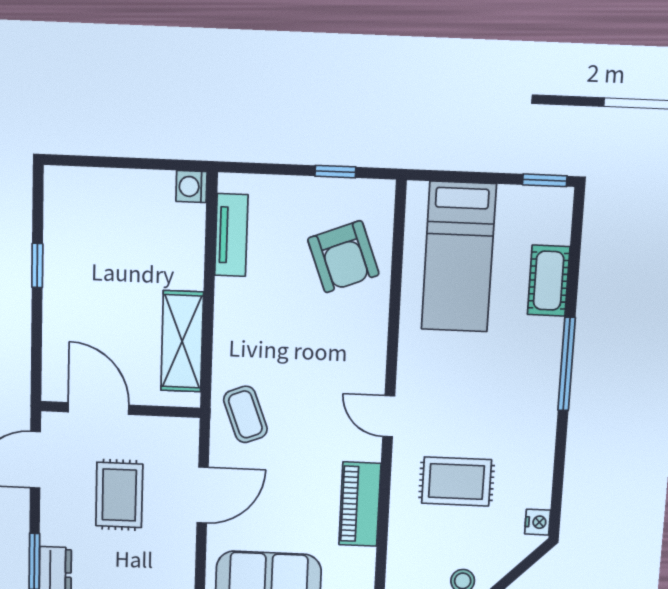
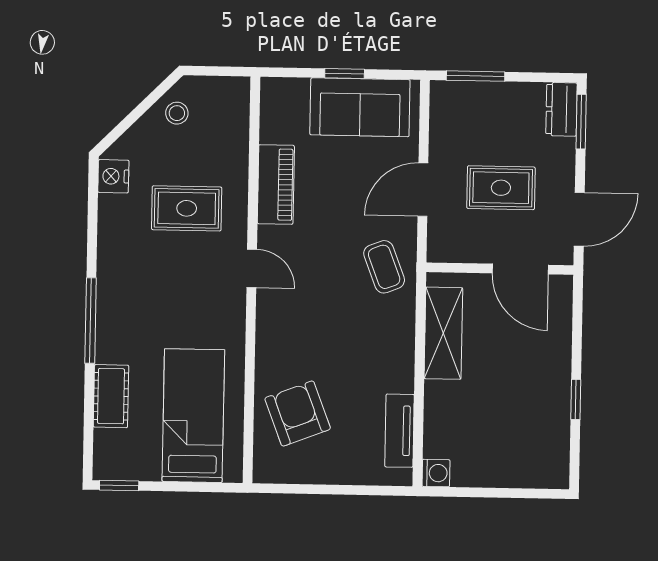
window: (335, 172) -> (307, 489), removed
rug: (119, 495) -> (501, 188), turned 90
nightstand: (538, 522) -> (113, 176), width x1.39, depth x1.35

